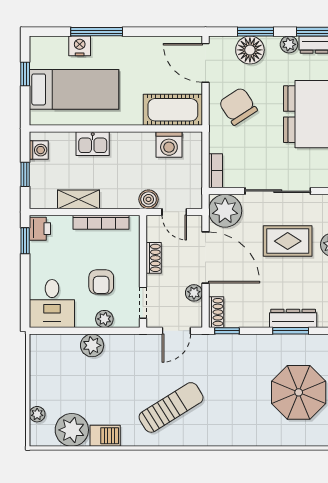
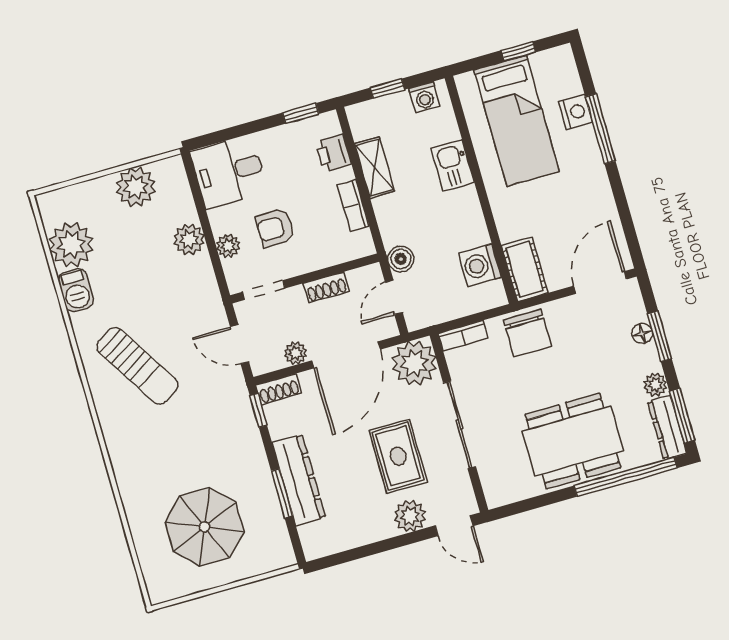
floor lamp: (250, 50) -> (642, 333), width x0.53, depth x0.53
chair: (238, 106) -> (527, 333), moved, turned 123
cot: (173, 110) -> (525, 269), width x0.73, depth x0.75
bookcase: (101, 222) -> (353, 206), width x0.64
printer: (40, 229) -> (333, 153), moved, turned 90
dresser: (293, 318) -> (299, 480), width x1.37, depth x1.24
plant: (37, 414) -> (136, 187), moved, width x1.88, depth x1.88

